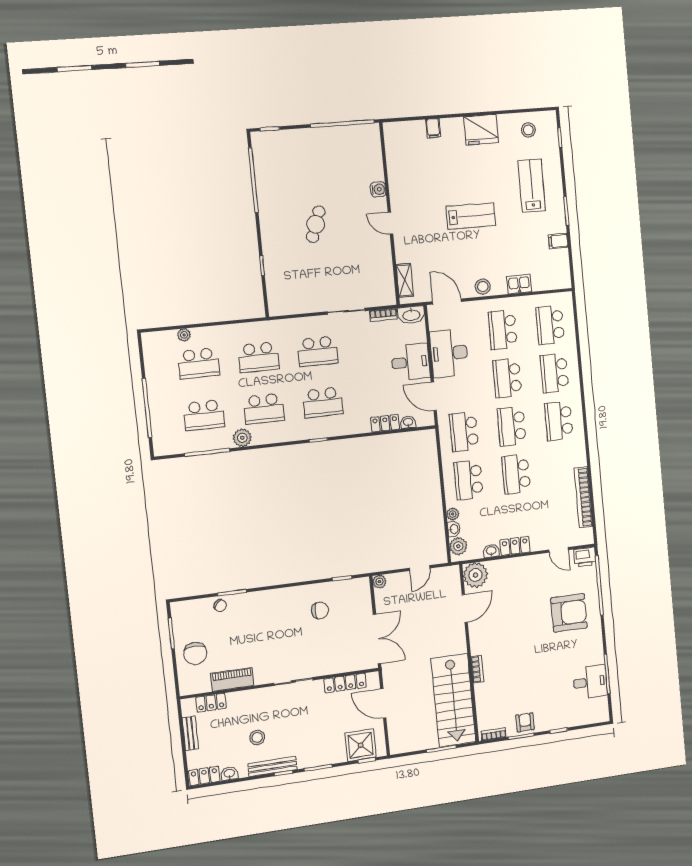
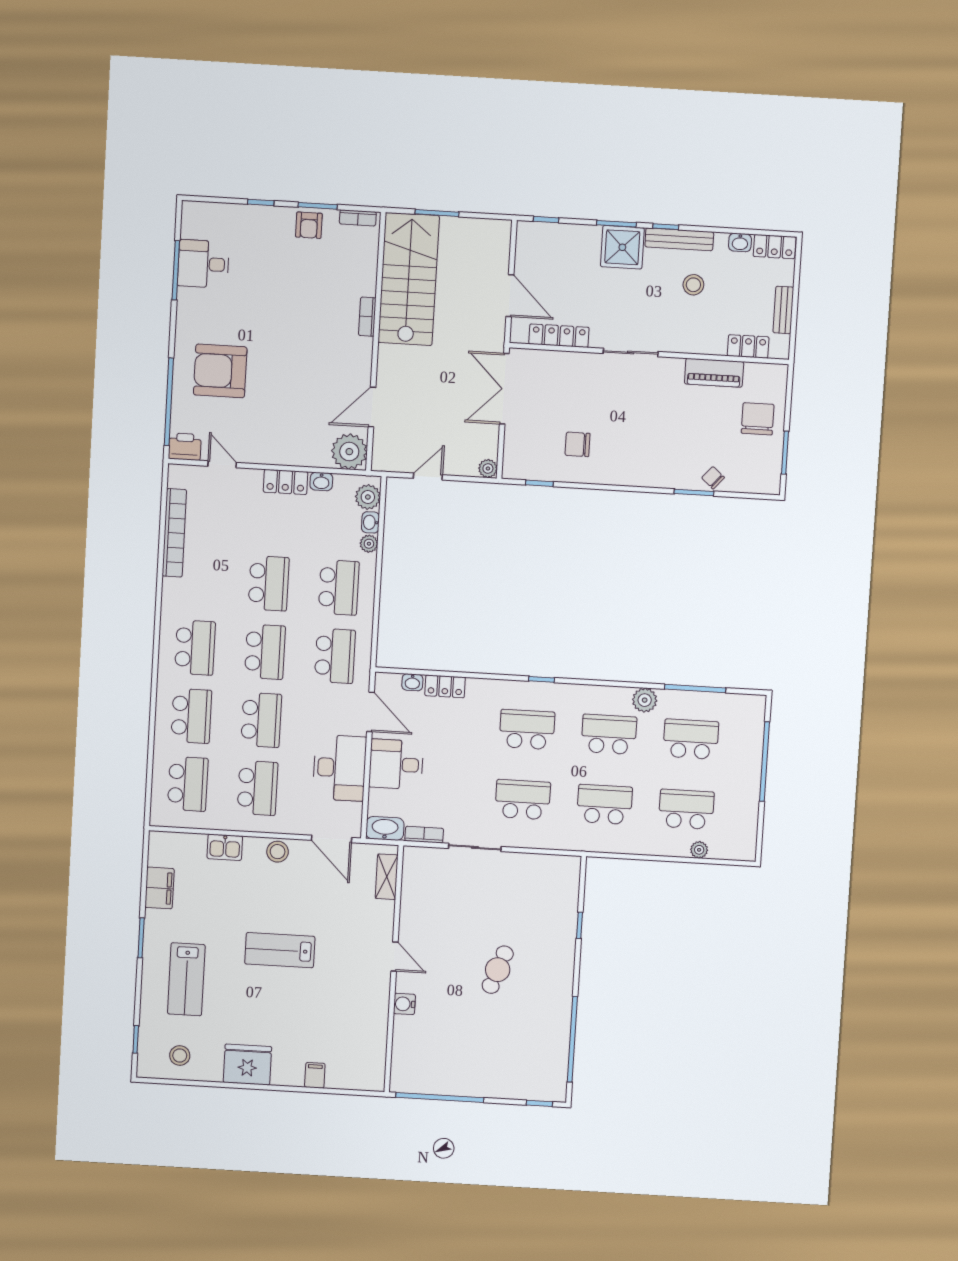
filing cabinet: (558, 241) -> (160, 888), width x2.00
shower: (361, 745) -> (622, 247), moved

